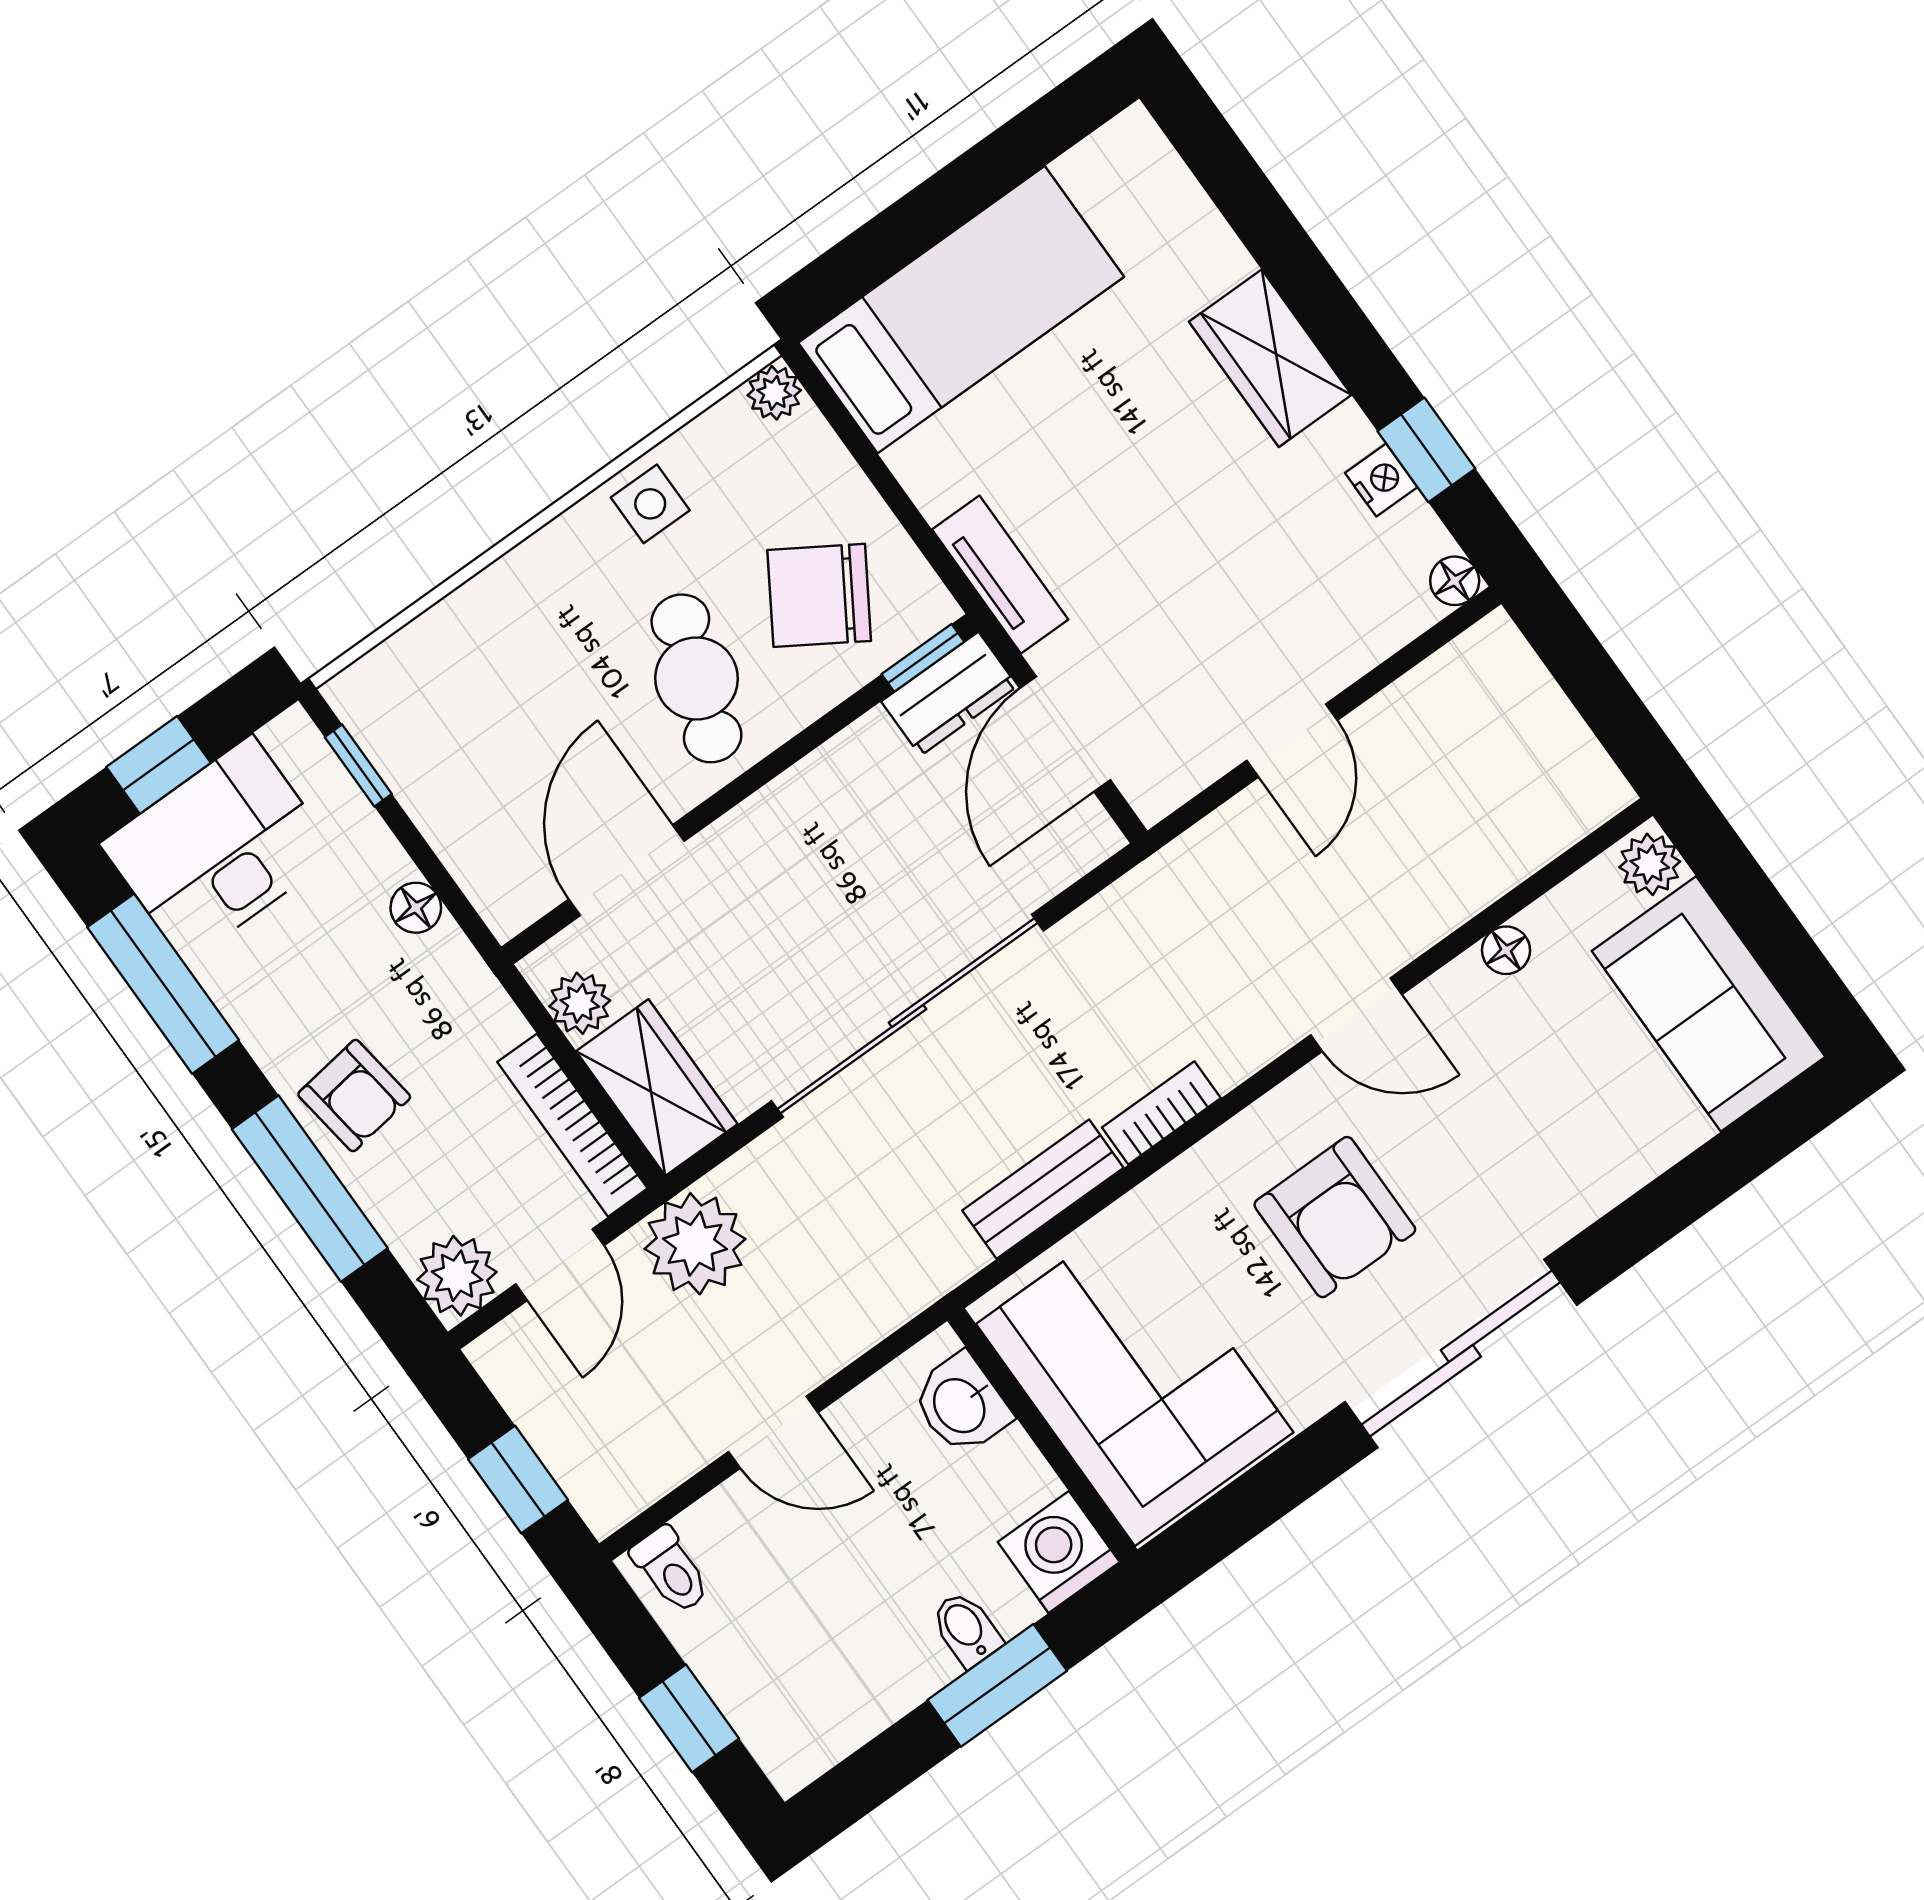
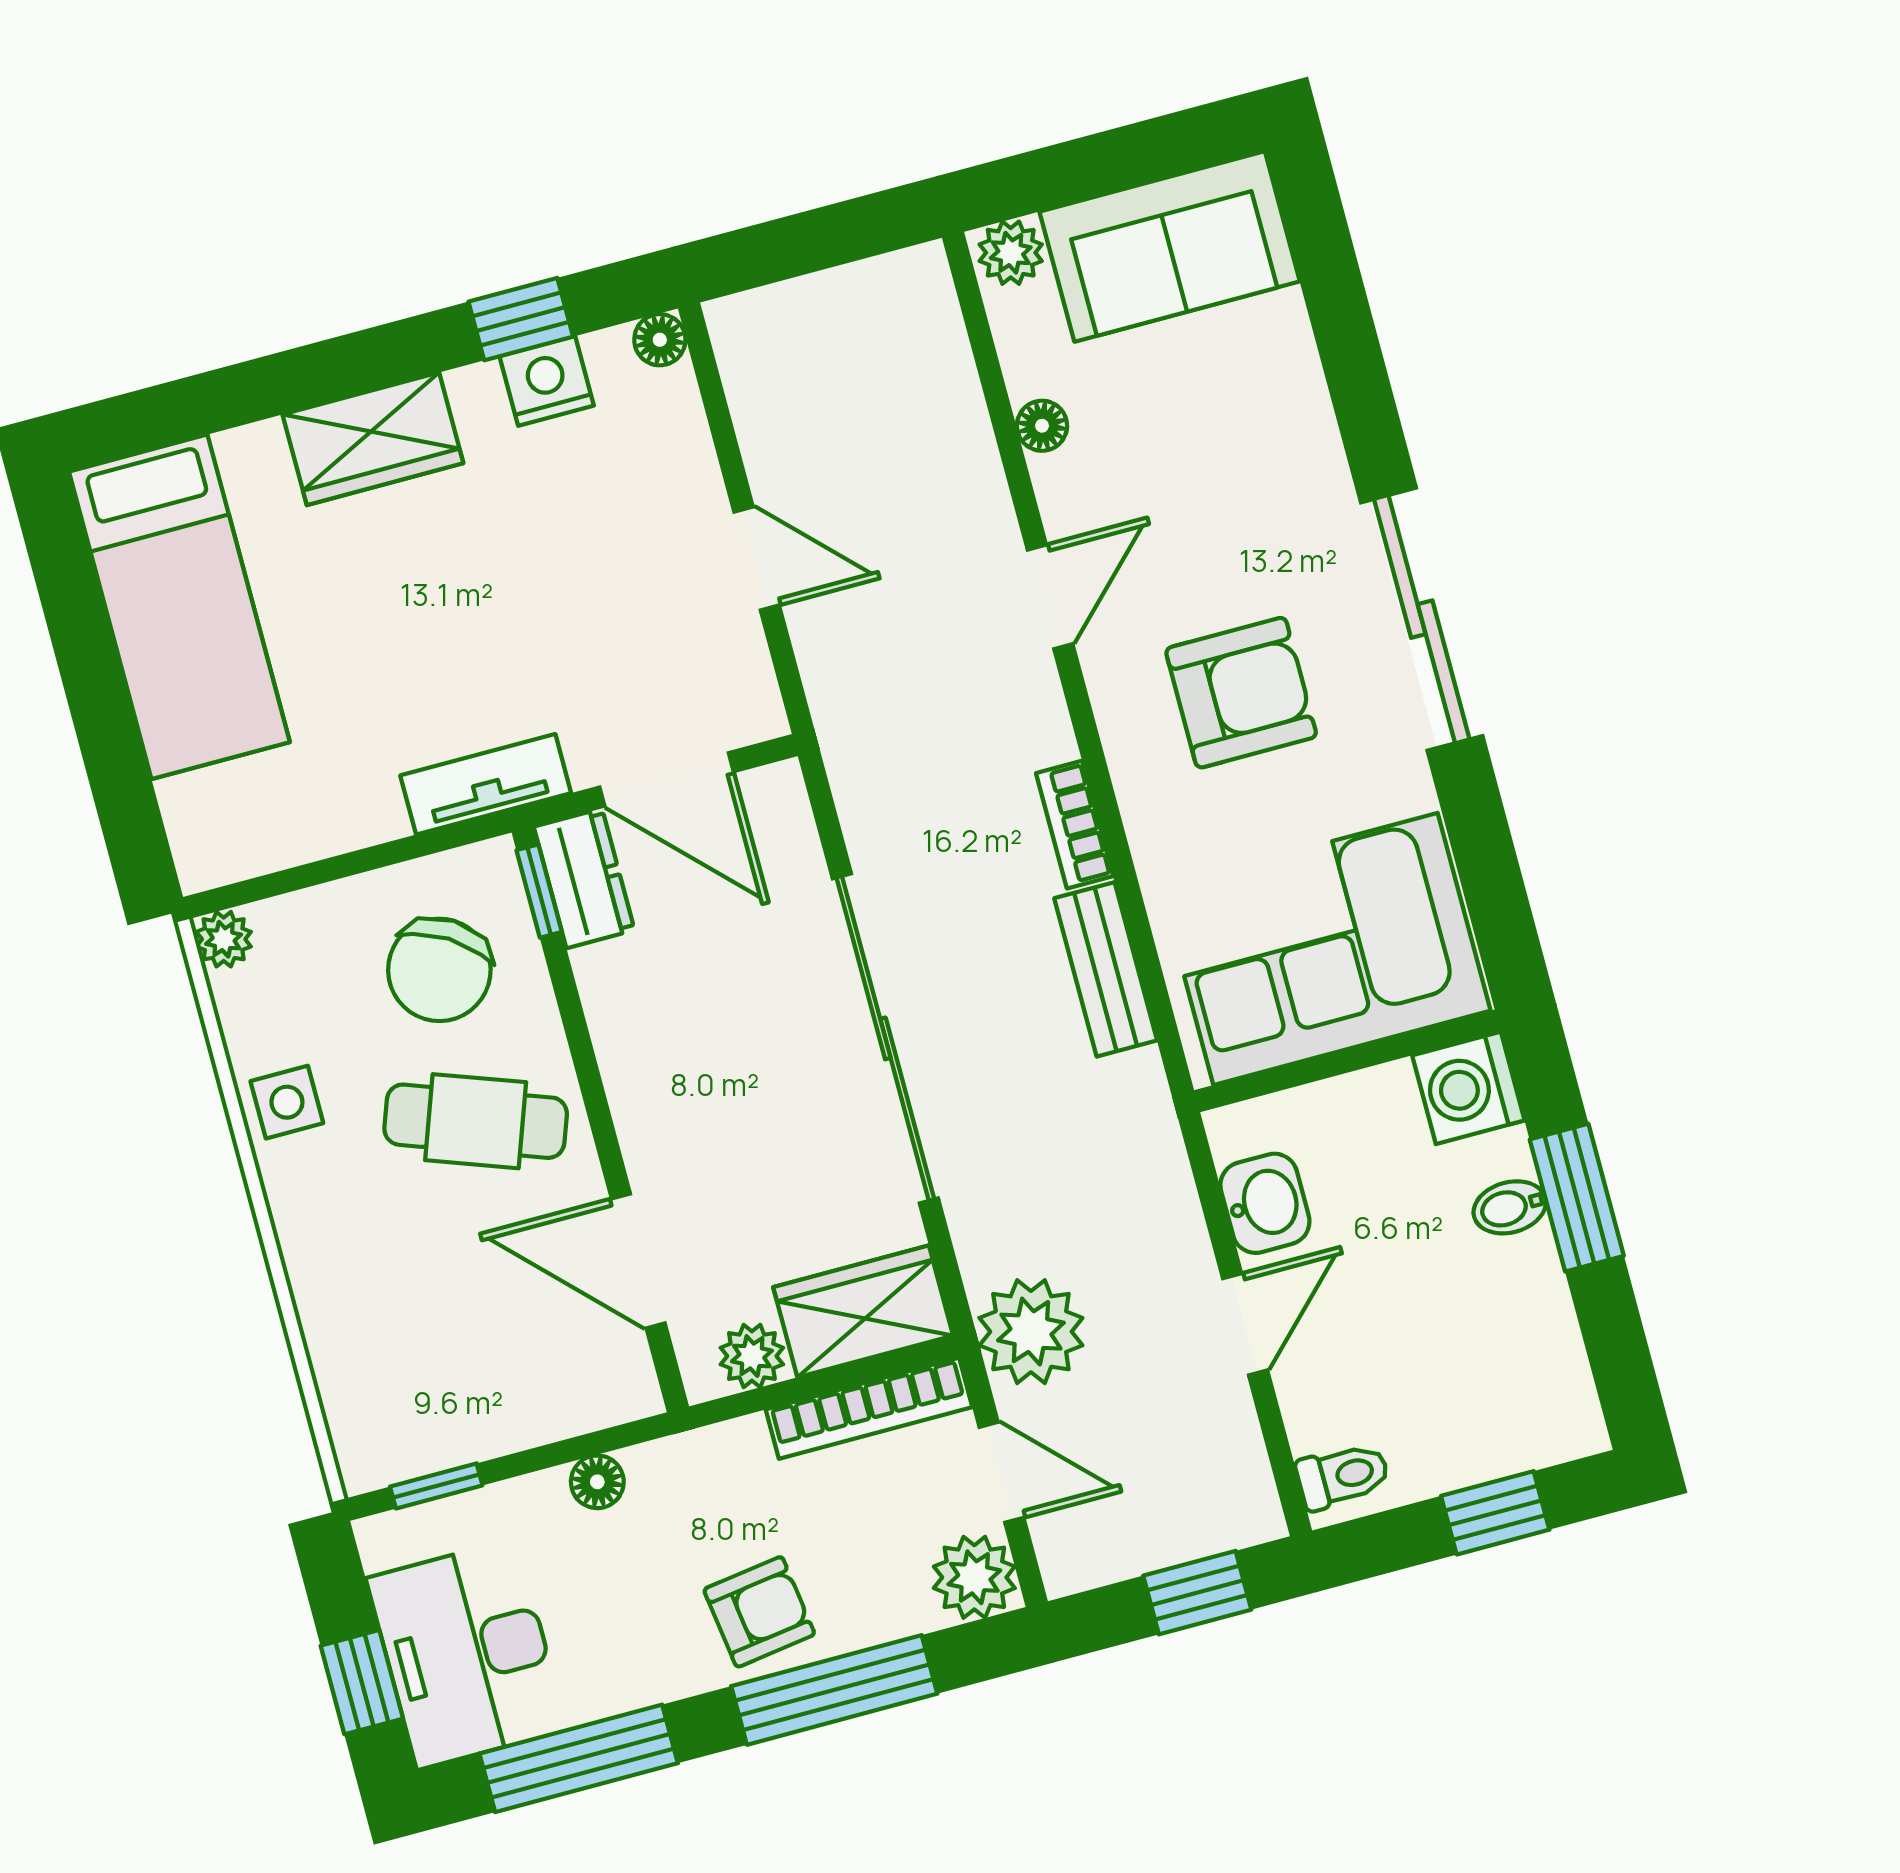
bed: (961, 310) -> (179, 607), moved, turned 180
nightstand: (1381, 480) -> (547, 381), width x1.39, depth x1.35
washbasin: (961, 1404) -> (1265, 1203), moved, turned -90

